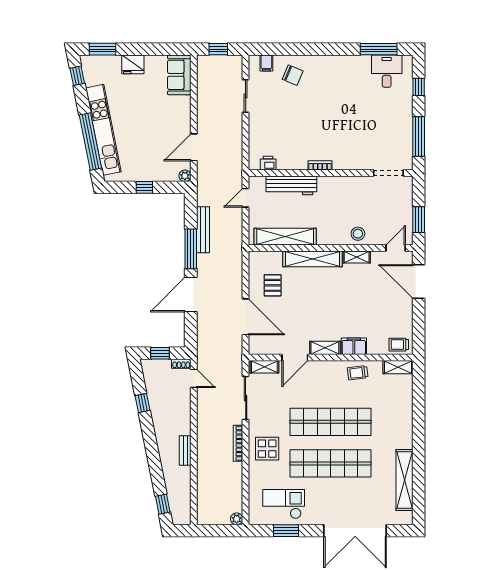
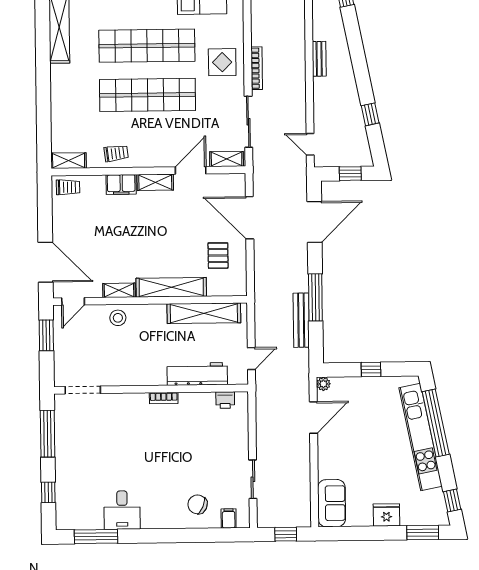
desk: (387, 71) -> (122, 510), moved
door: (191, 294) -> (314, 222), moved
shoe rack: (181, 364) -> (325, 162), removed

